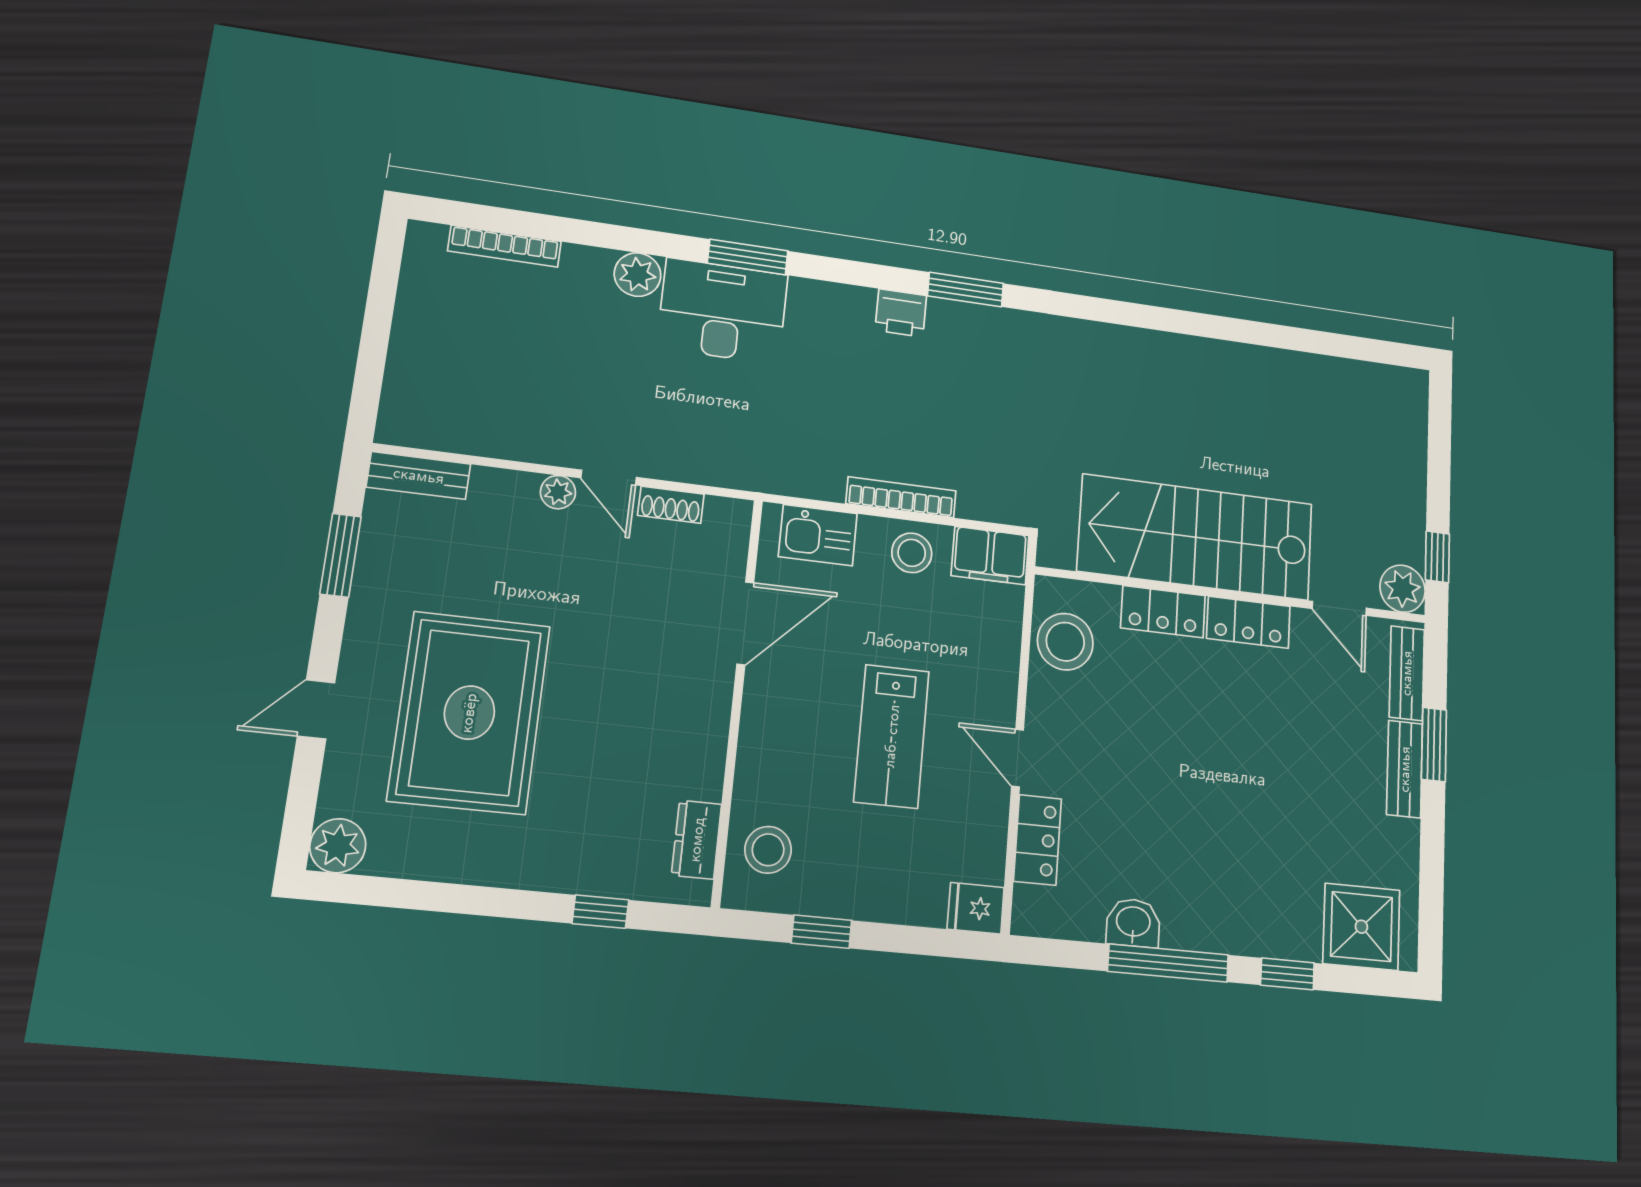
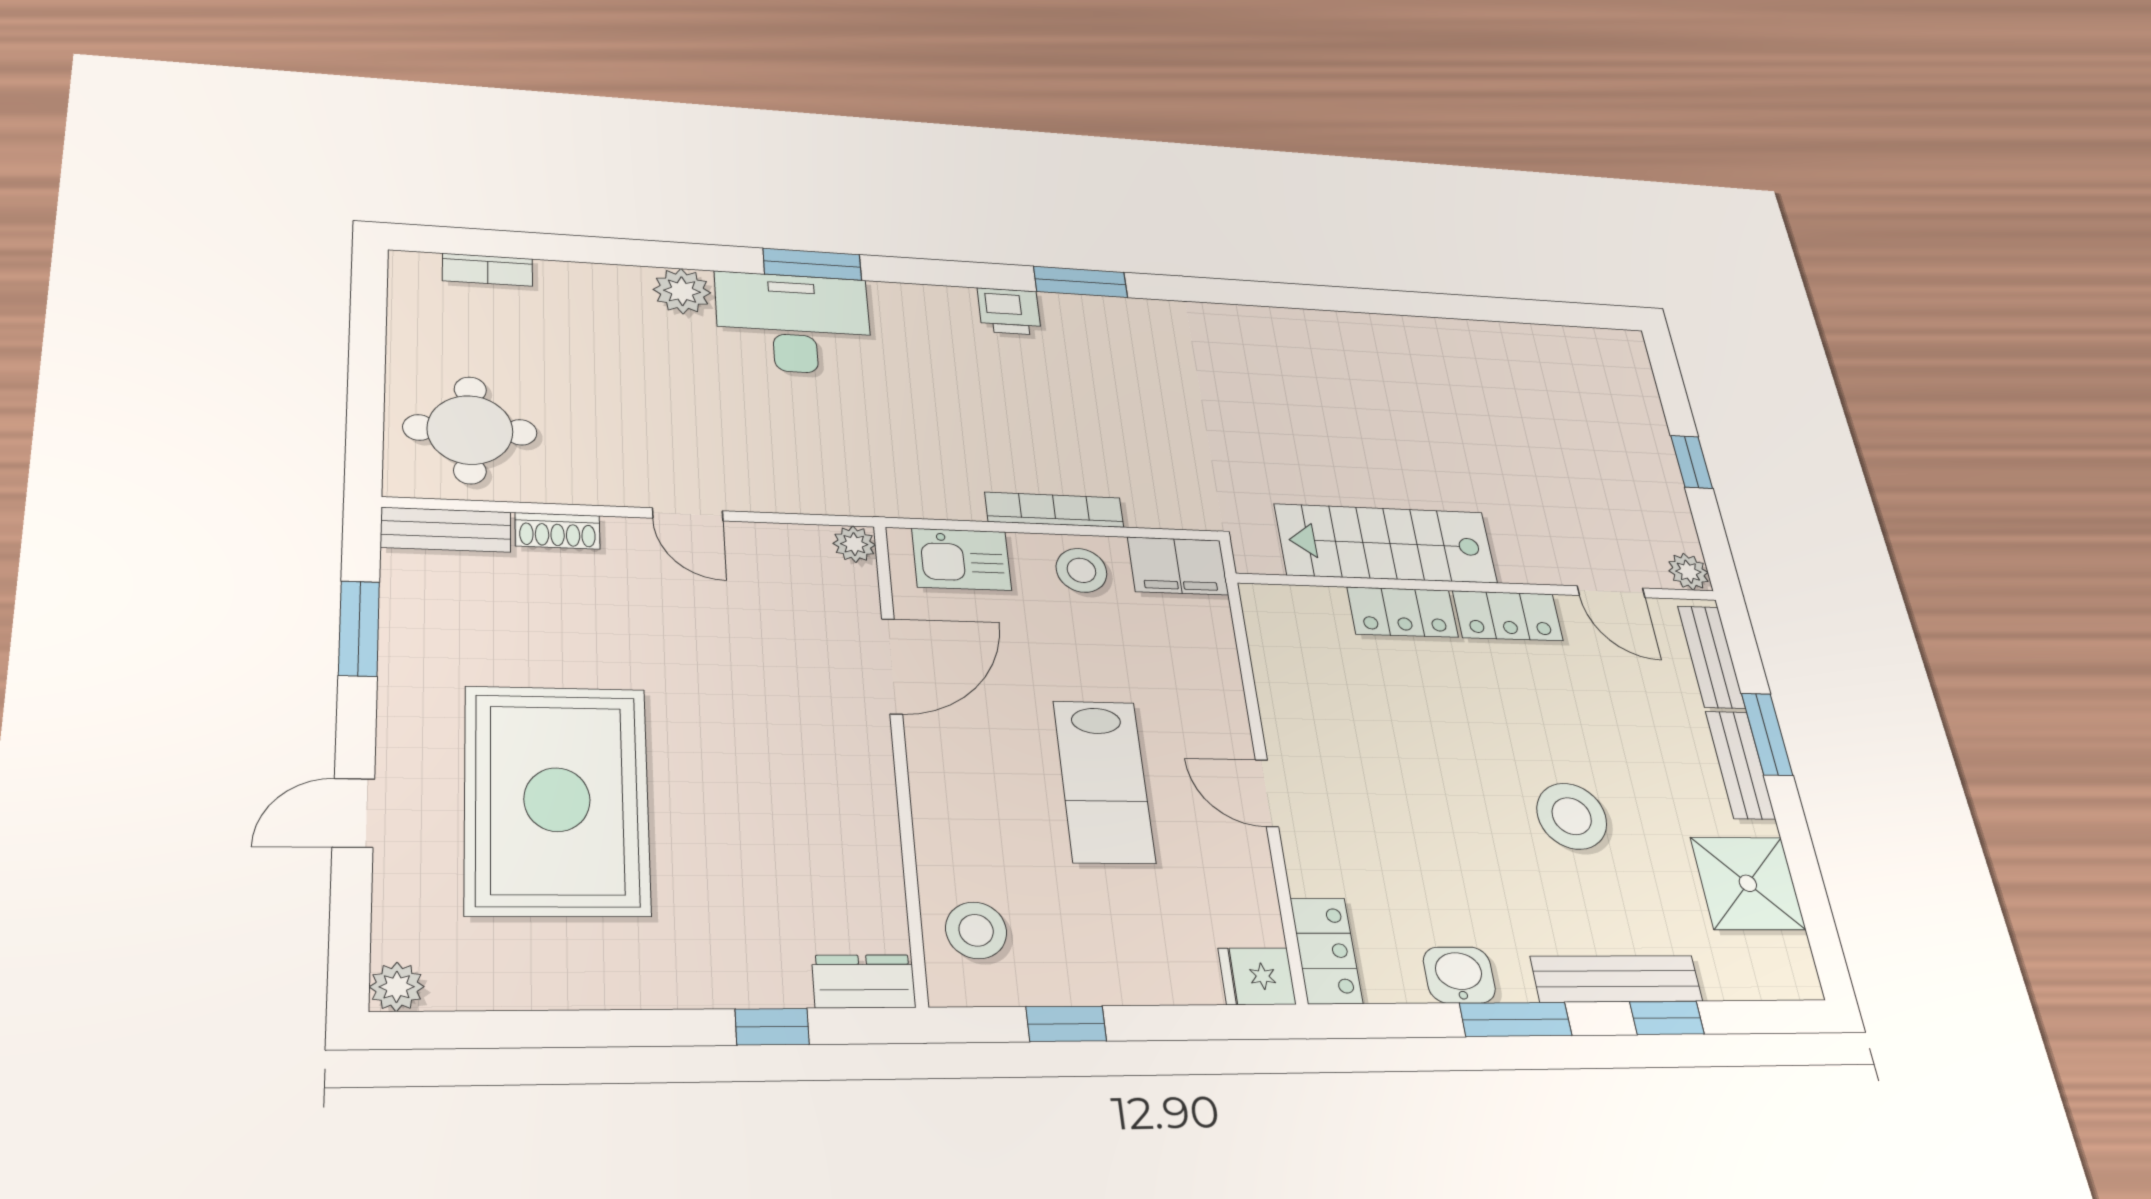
bookcase: (505, 246) -> (488, 270), width x0.64
round table: (450, 389) -> (470, 430), added
plant: (558, 492) -> (854, 544), moved
shoe rack: (671, 505) -> (558, 531), moved
stairs: (1196, 537) -> (1386, 543), width x0.73, depth x0.66
window: (1437, 557) -> (1692, 462), moved
plant: (1403, 589) -> (1688, 572), width x0.73, depth x0.73
stool: (1065, 642) -> (1572, 816), moved
dresser: (697, 840) -> (864, 981), moved, turned 90
locker: (1038, 840) -> (1326, 951), moved
plant: (338, 846) -> (397, 987), width x0.73, depth x0.73
shower: (1361, 927) -> (1748, 883), moved
bench: (1256, 938) -> (1617, 979), added
window: (1168, 963) -> (1516, 1019), width x0.69

